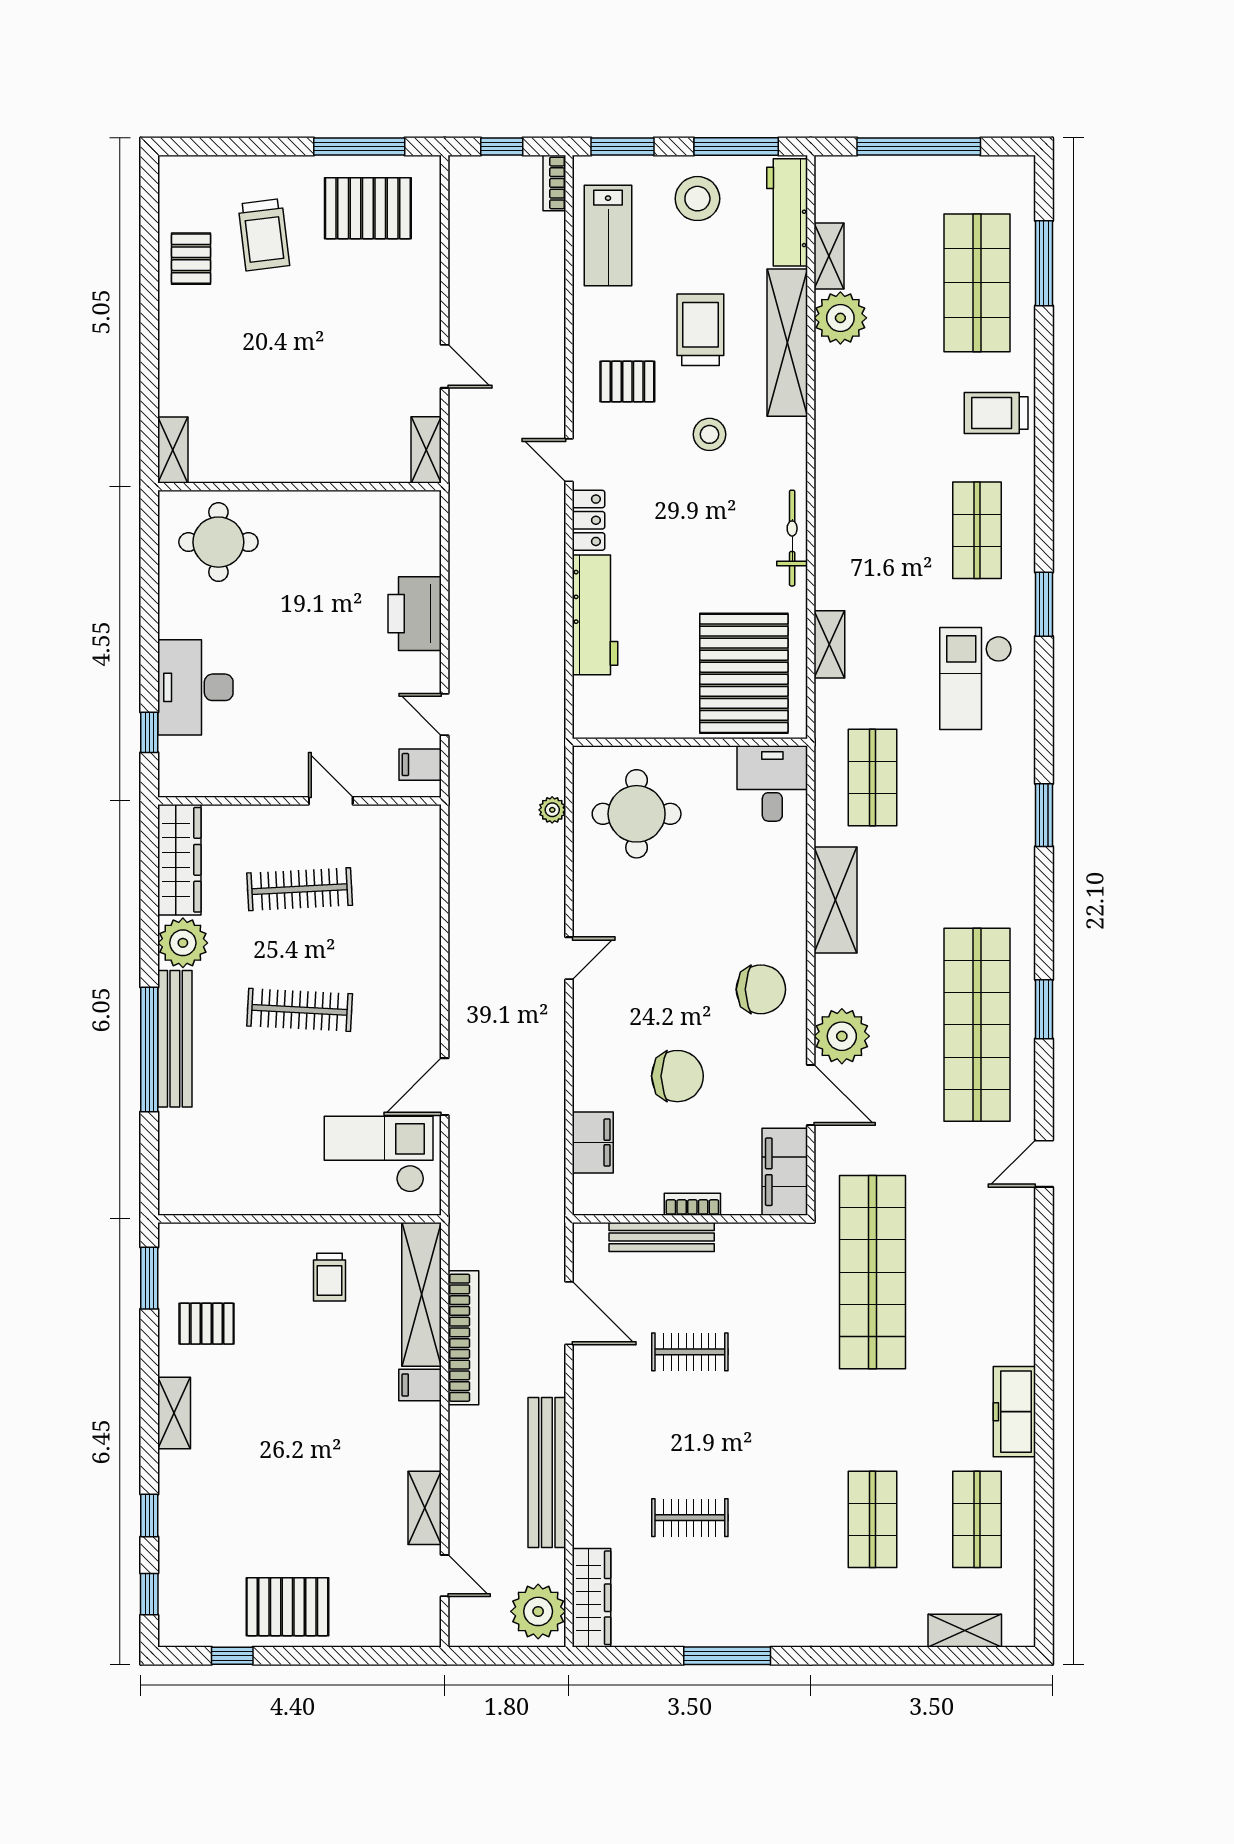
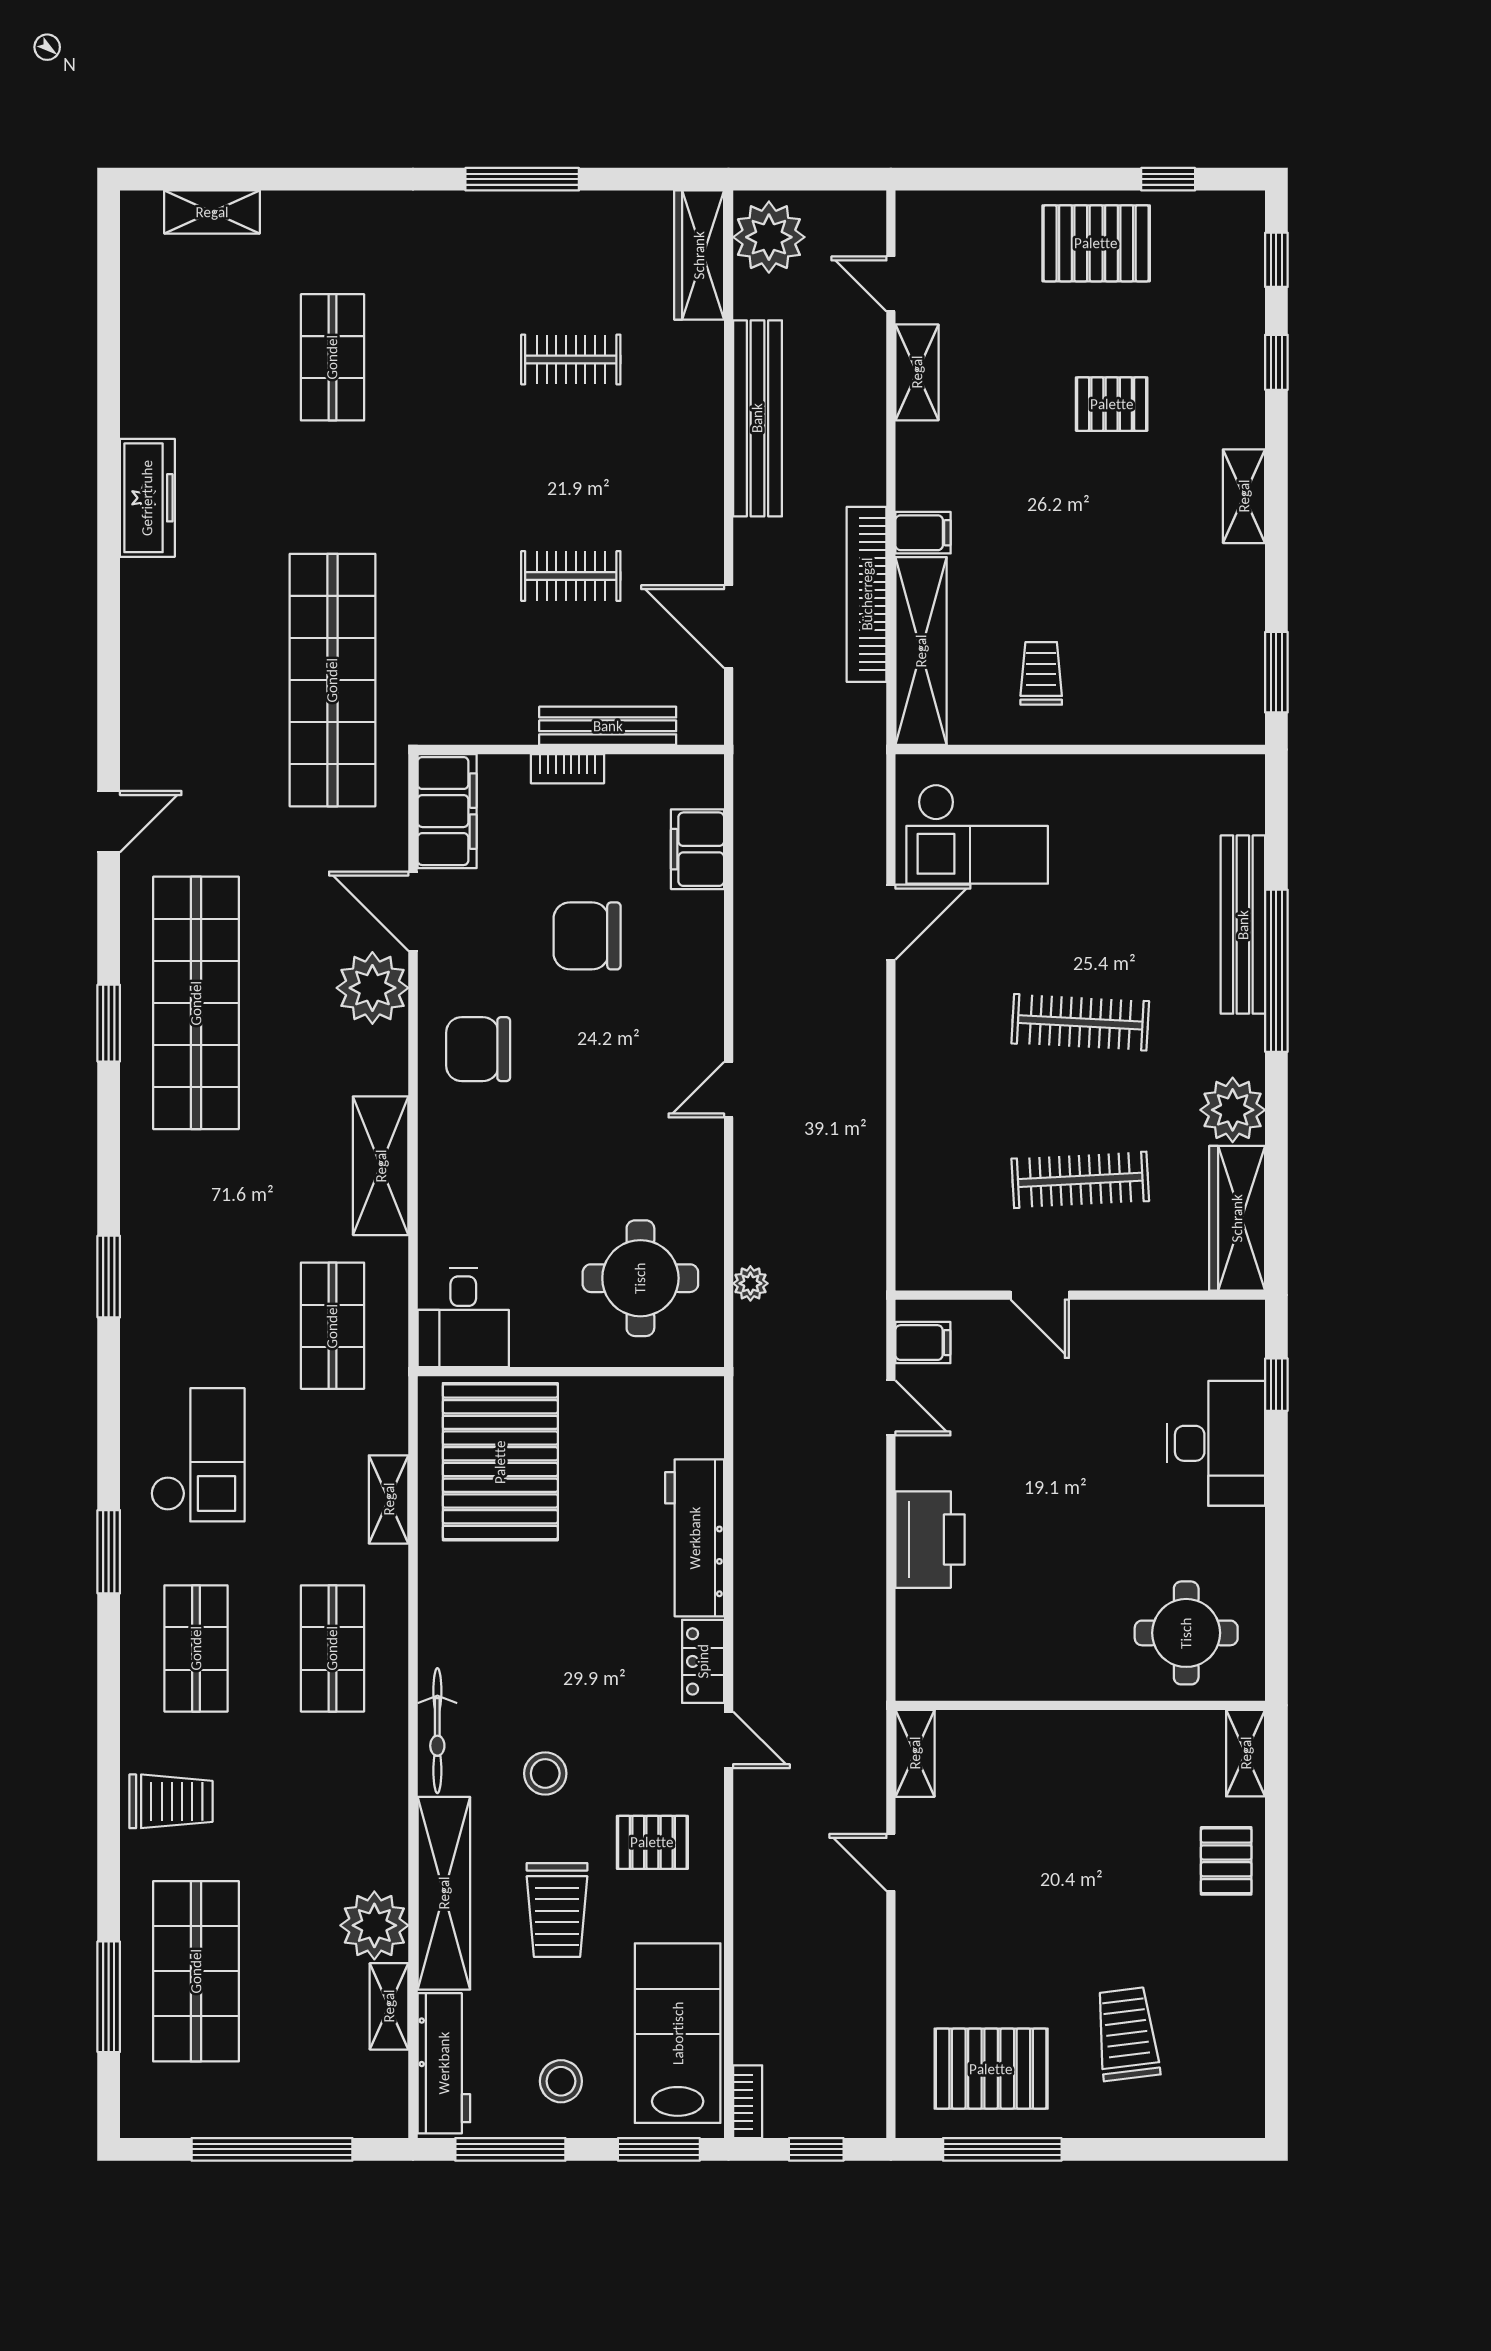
stool: (697, 199) -> (561, 2081), width x0.73, depth x0.73
lab bench: (608, 235) -> (678, 2033), width x1.36, depth x1.39
pallet: (191, 259) -> (1226, 1861), moved
bicycle: (792, 538) -> (437, 1731), moved
bench: (175, 1039) -> (1243, 925), moved
pallet: (207, 1324) -> (1112, 404), moved
shop shelf: (977, 1519) -> (332, 1648), moved

